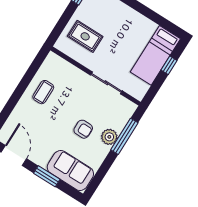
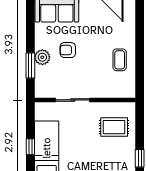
window: (124, 136) -> (30, 65), width x0.69

